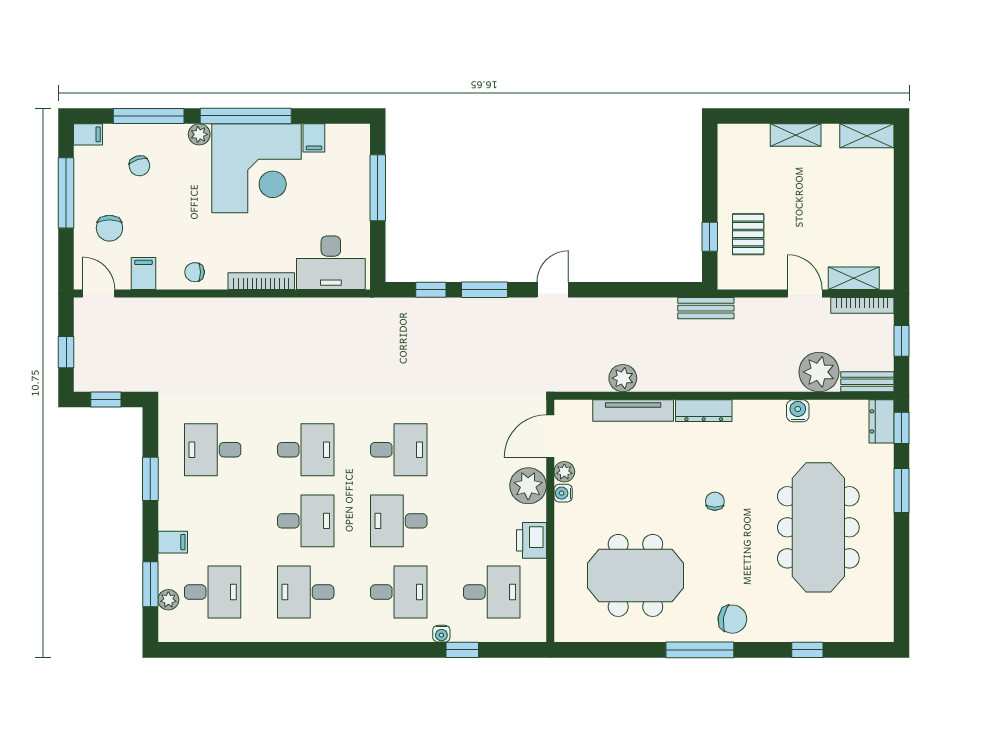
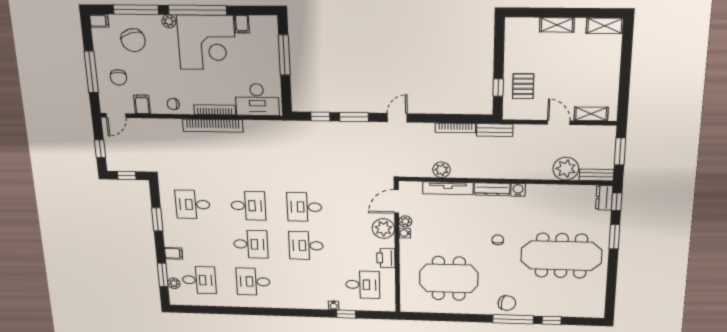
chair: (139, 166) -> (133, 40), width x1.87, depth x1.87
window: (66, 193) -> (91, 72), moved
door: (99, 294) -> (116, 116), swing flipped
bookcase: (862, 305) -> (455, 128), moved
bookcase: (256, 308) -> (213, 126), added
window: (901, 341) -> (620, 152), width x1.50
water cooler: (798, 411) -> (518, 190), moved
desk: (399, 450) -> (304, 207), turned 180
meeting table: (818, 527) -> (561, 256), turned 90
desk: (399, 592) -> (308, 283), removed
window: (700, 650) -> (513, 319), moved

